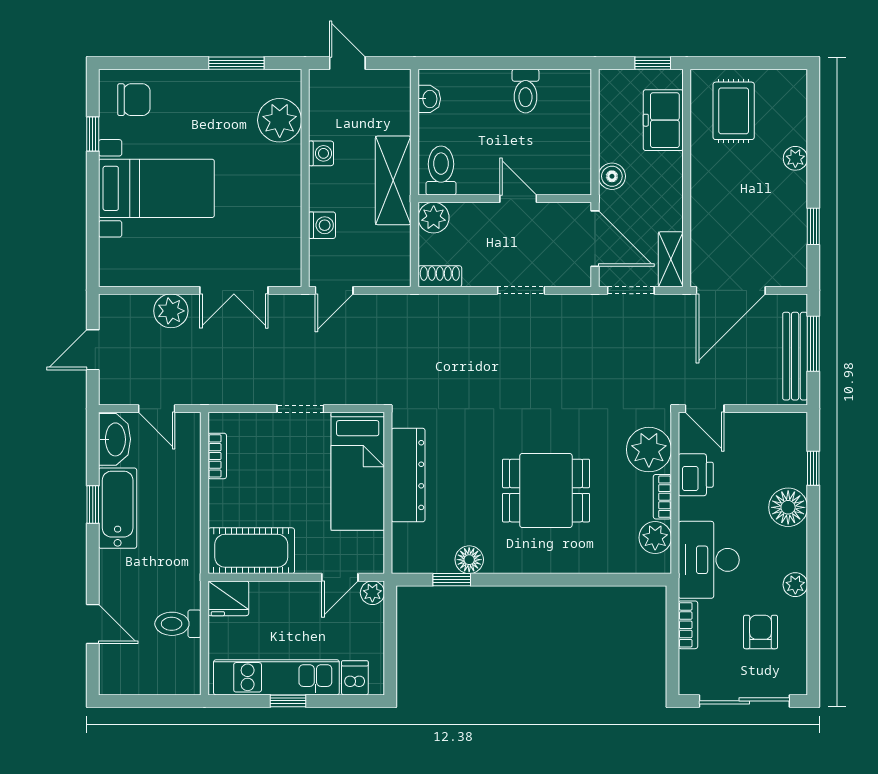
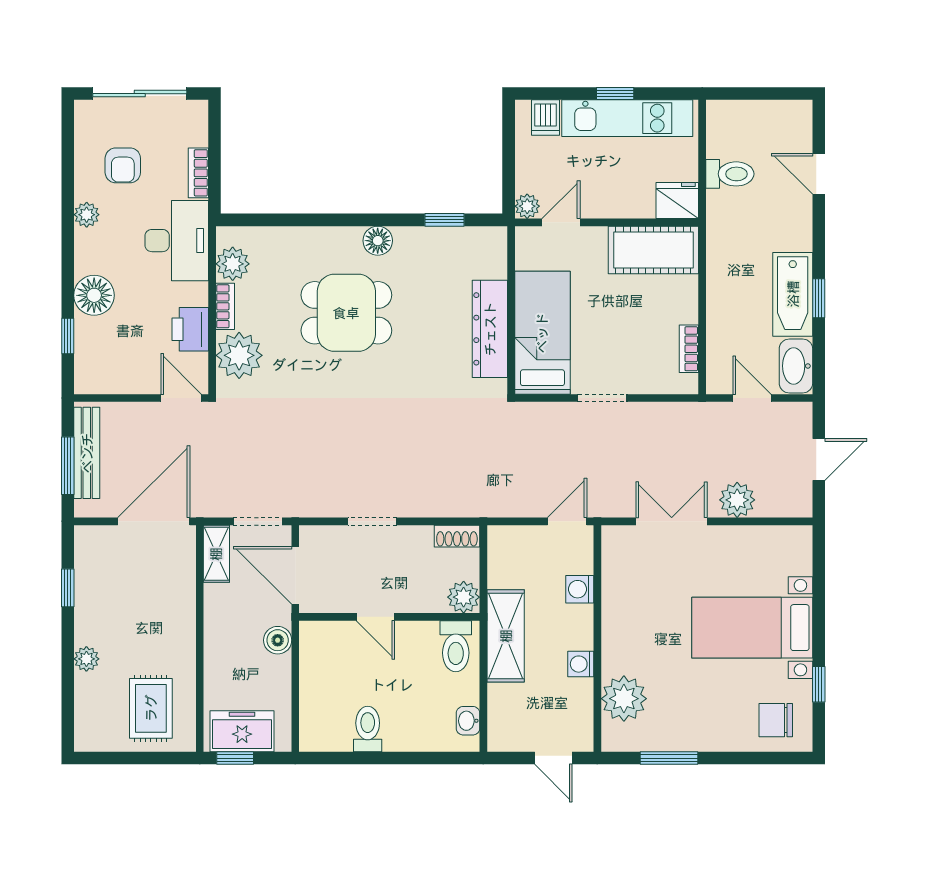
freezer: (663, 120) -> (242, 731), moved, turned -90
floor lamp: (469, 560) -> (378, 241), moved

